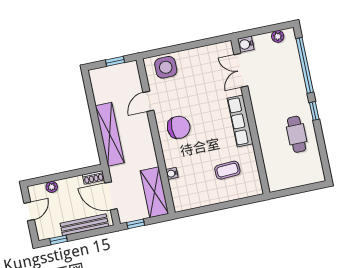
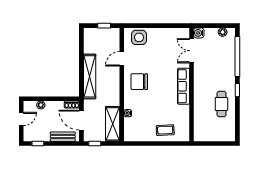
chair: (179, 127) -> (139, 82), turned 180
coffee table: (227, 170) -> (165, 130), moved
bench: (84, 225) -> (63, 137), width x0.73

